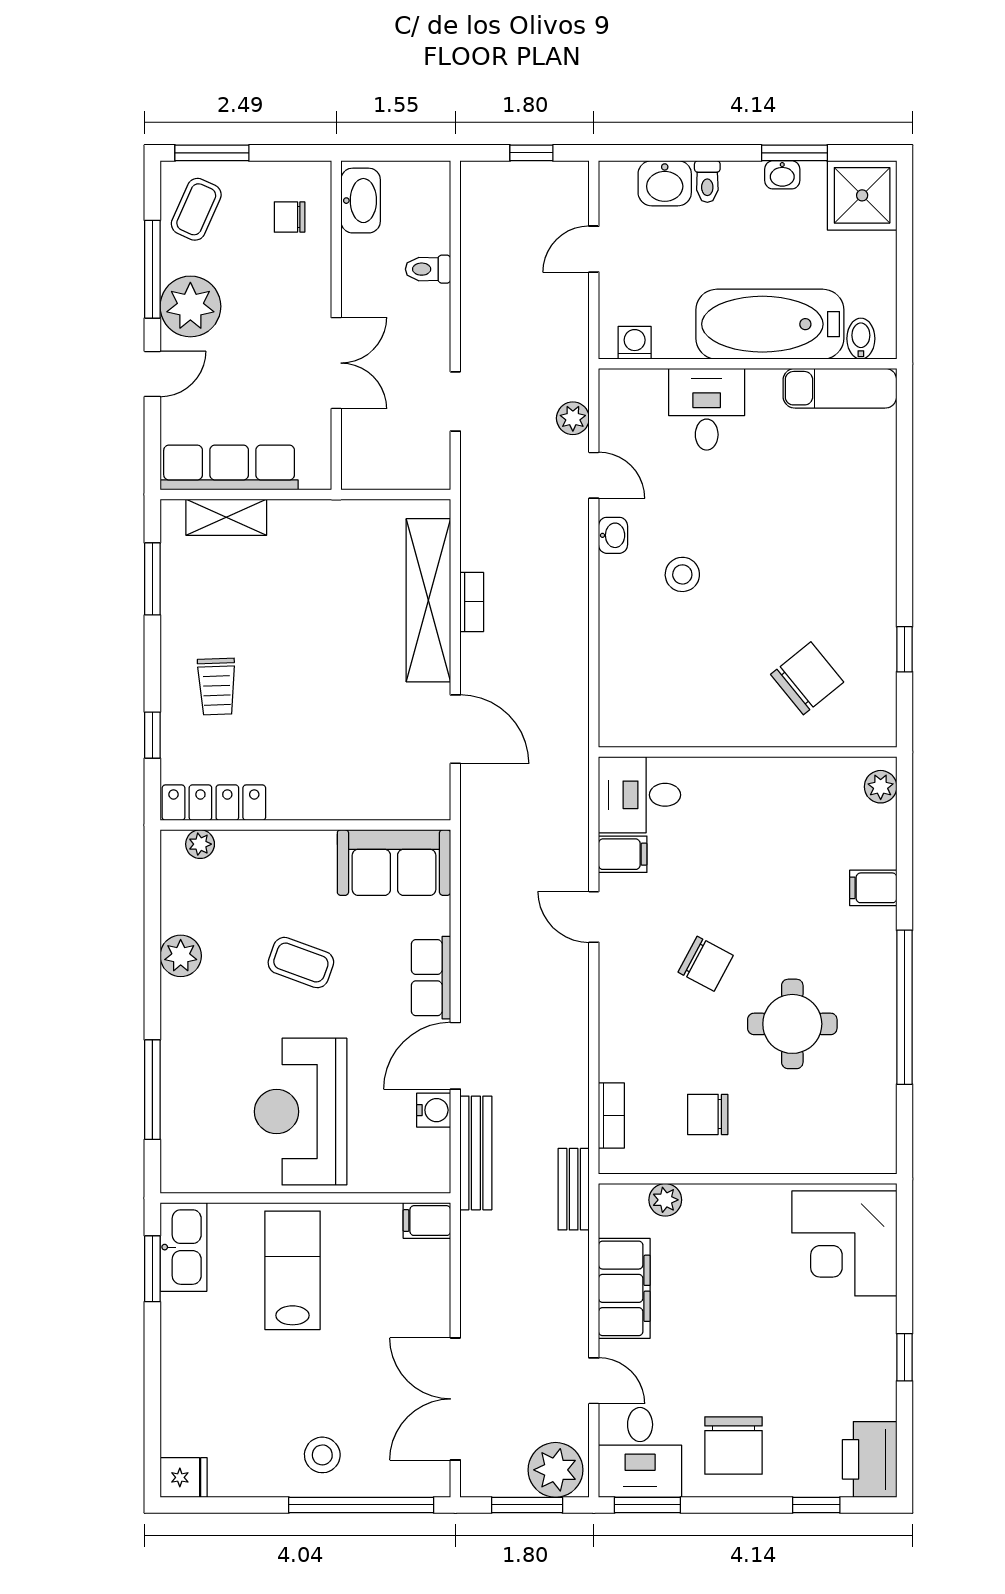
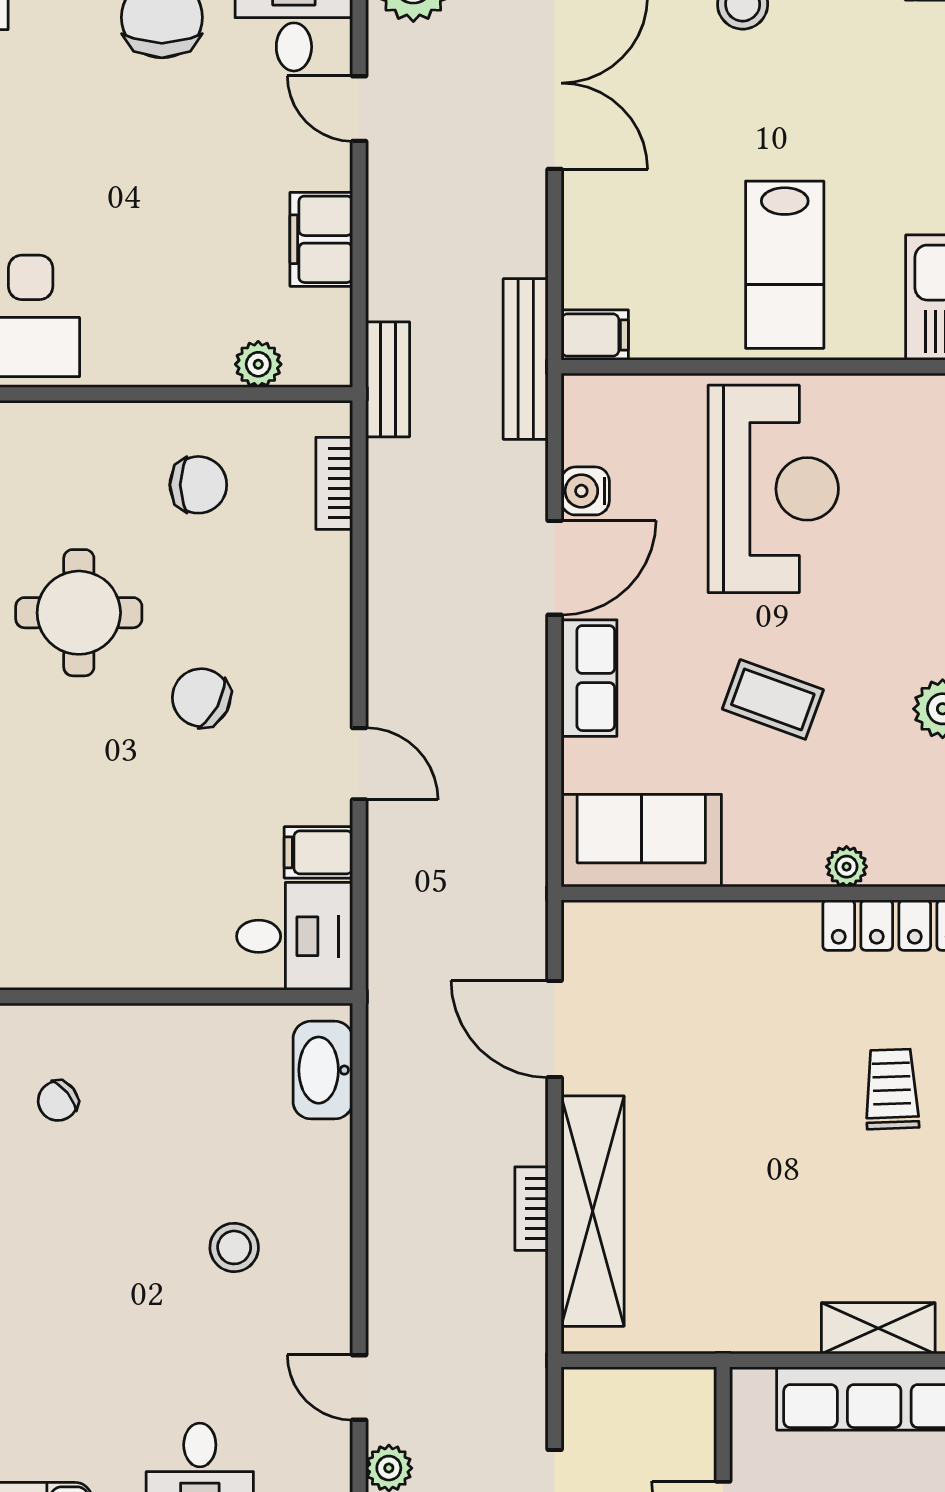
washbasin: (613, 535) -> (323, 1070), moved, width x1.91, depth x1.45
chair: (807, 678) -> (58, 1101), width x0.54, depth x0.54
plant: (200, 844) -> (847, 867), moved
bench: (476, 1153) -> (526, 359), moved
filing cabinet: (624, 1288) -> (321, 239), width x0.67, depth x0.86

